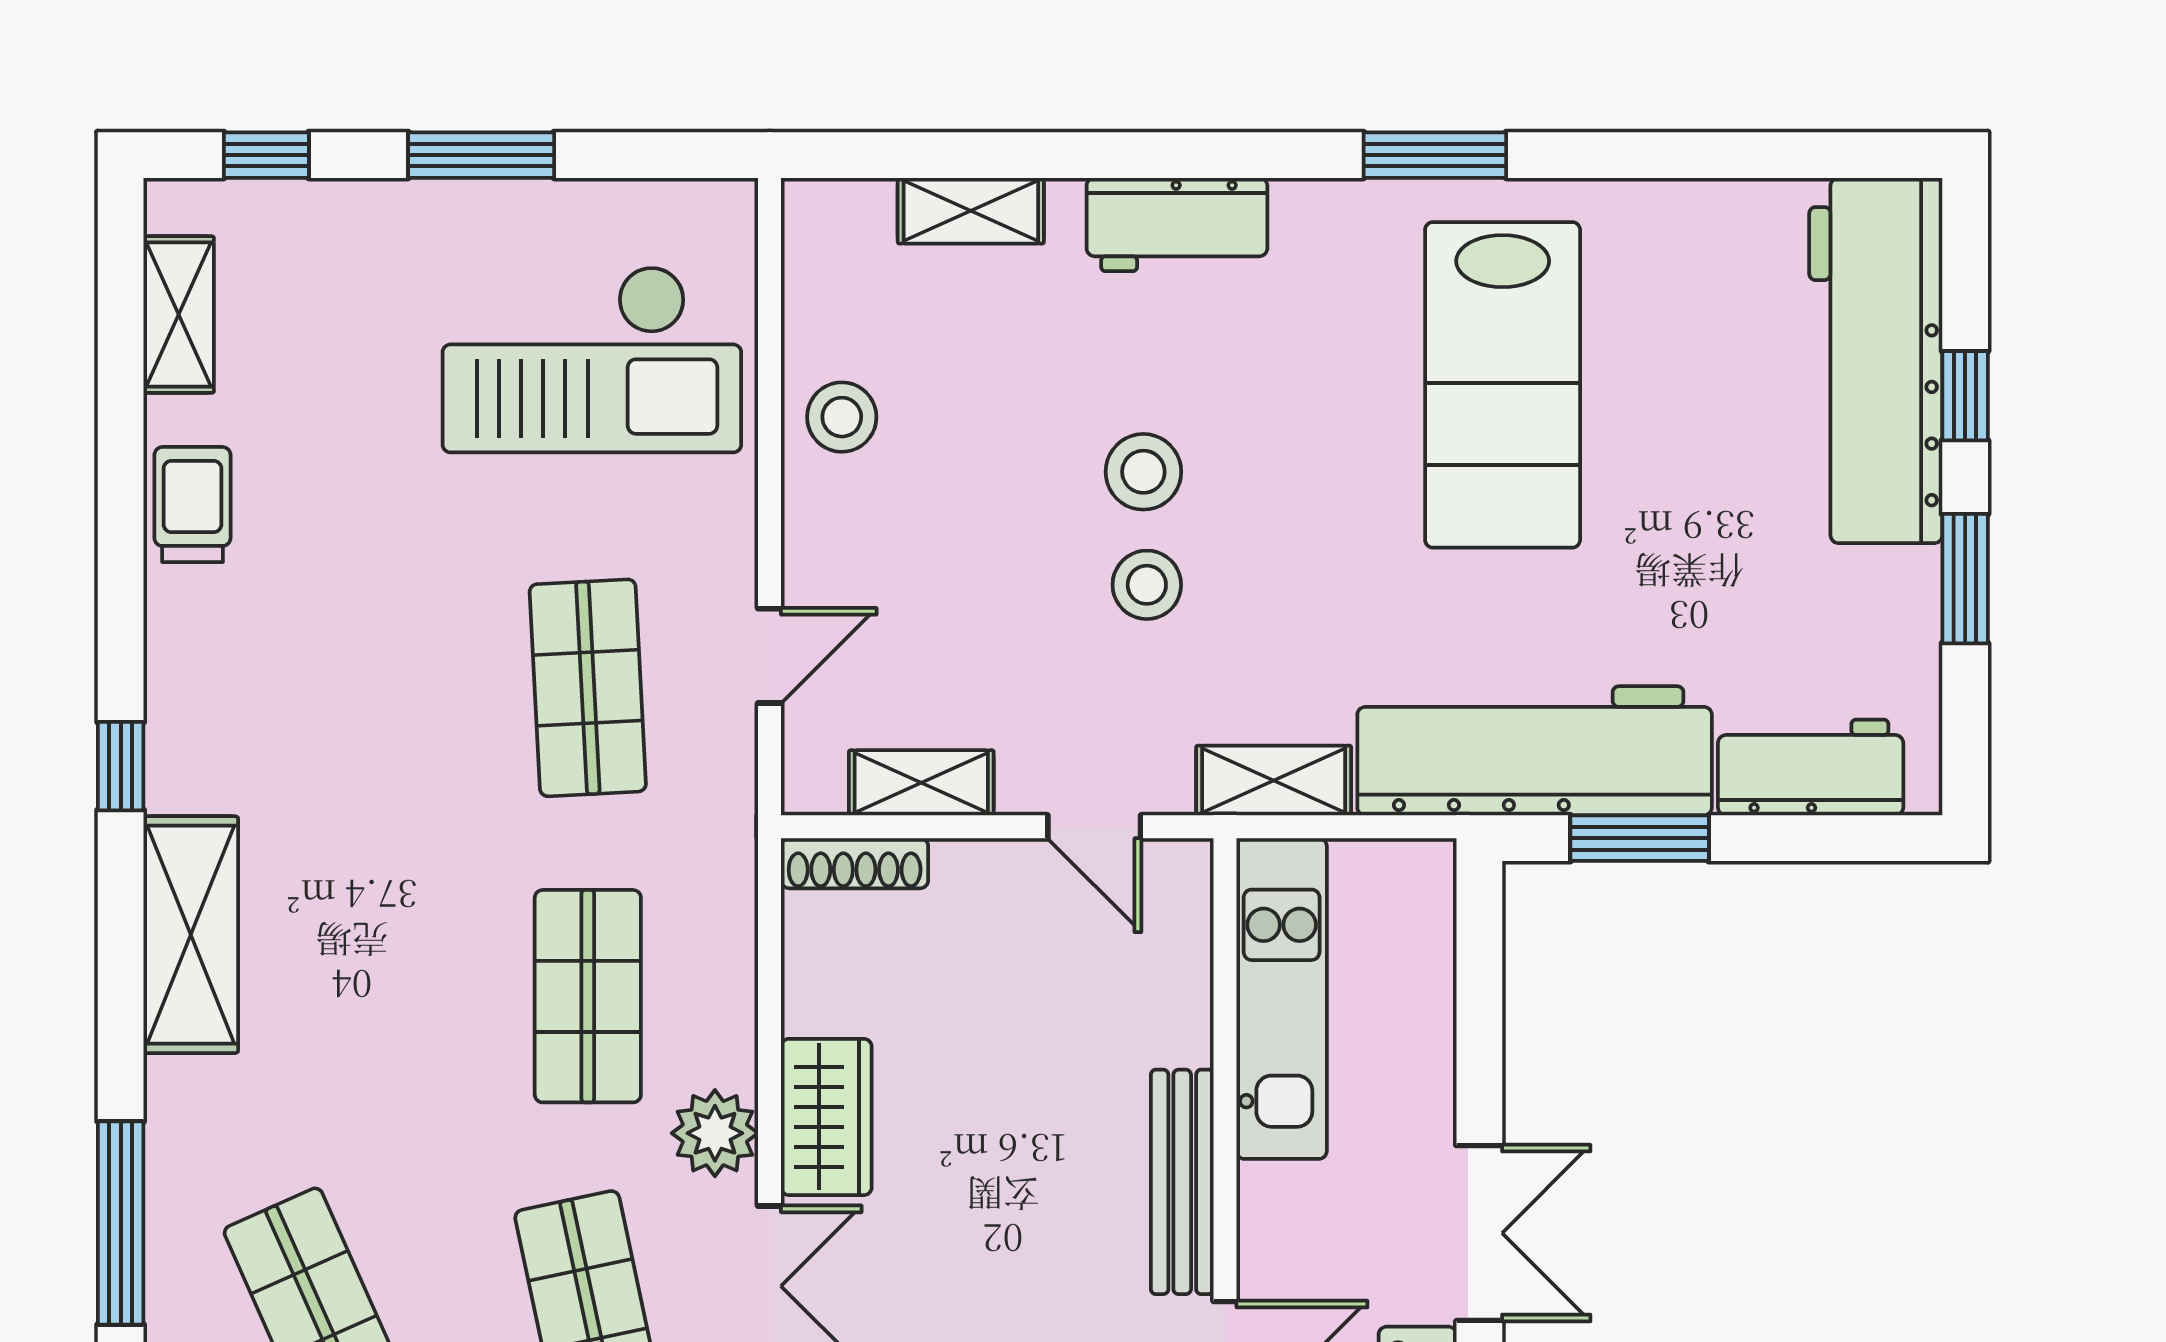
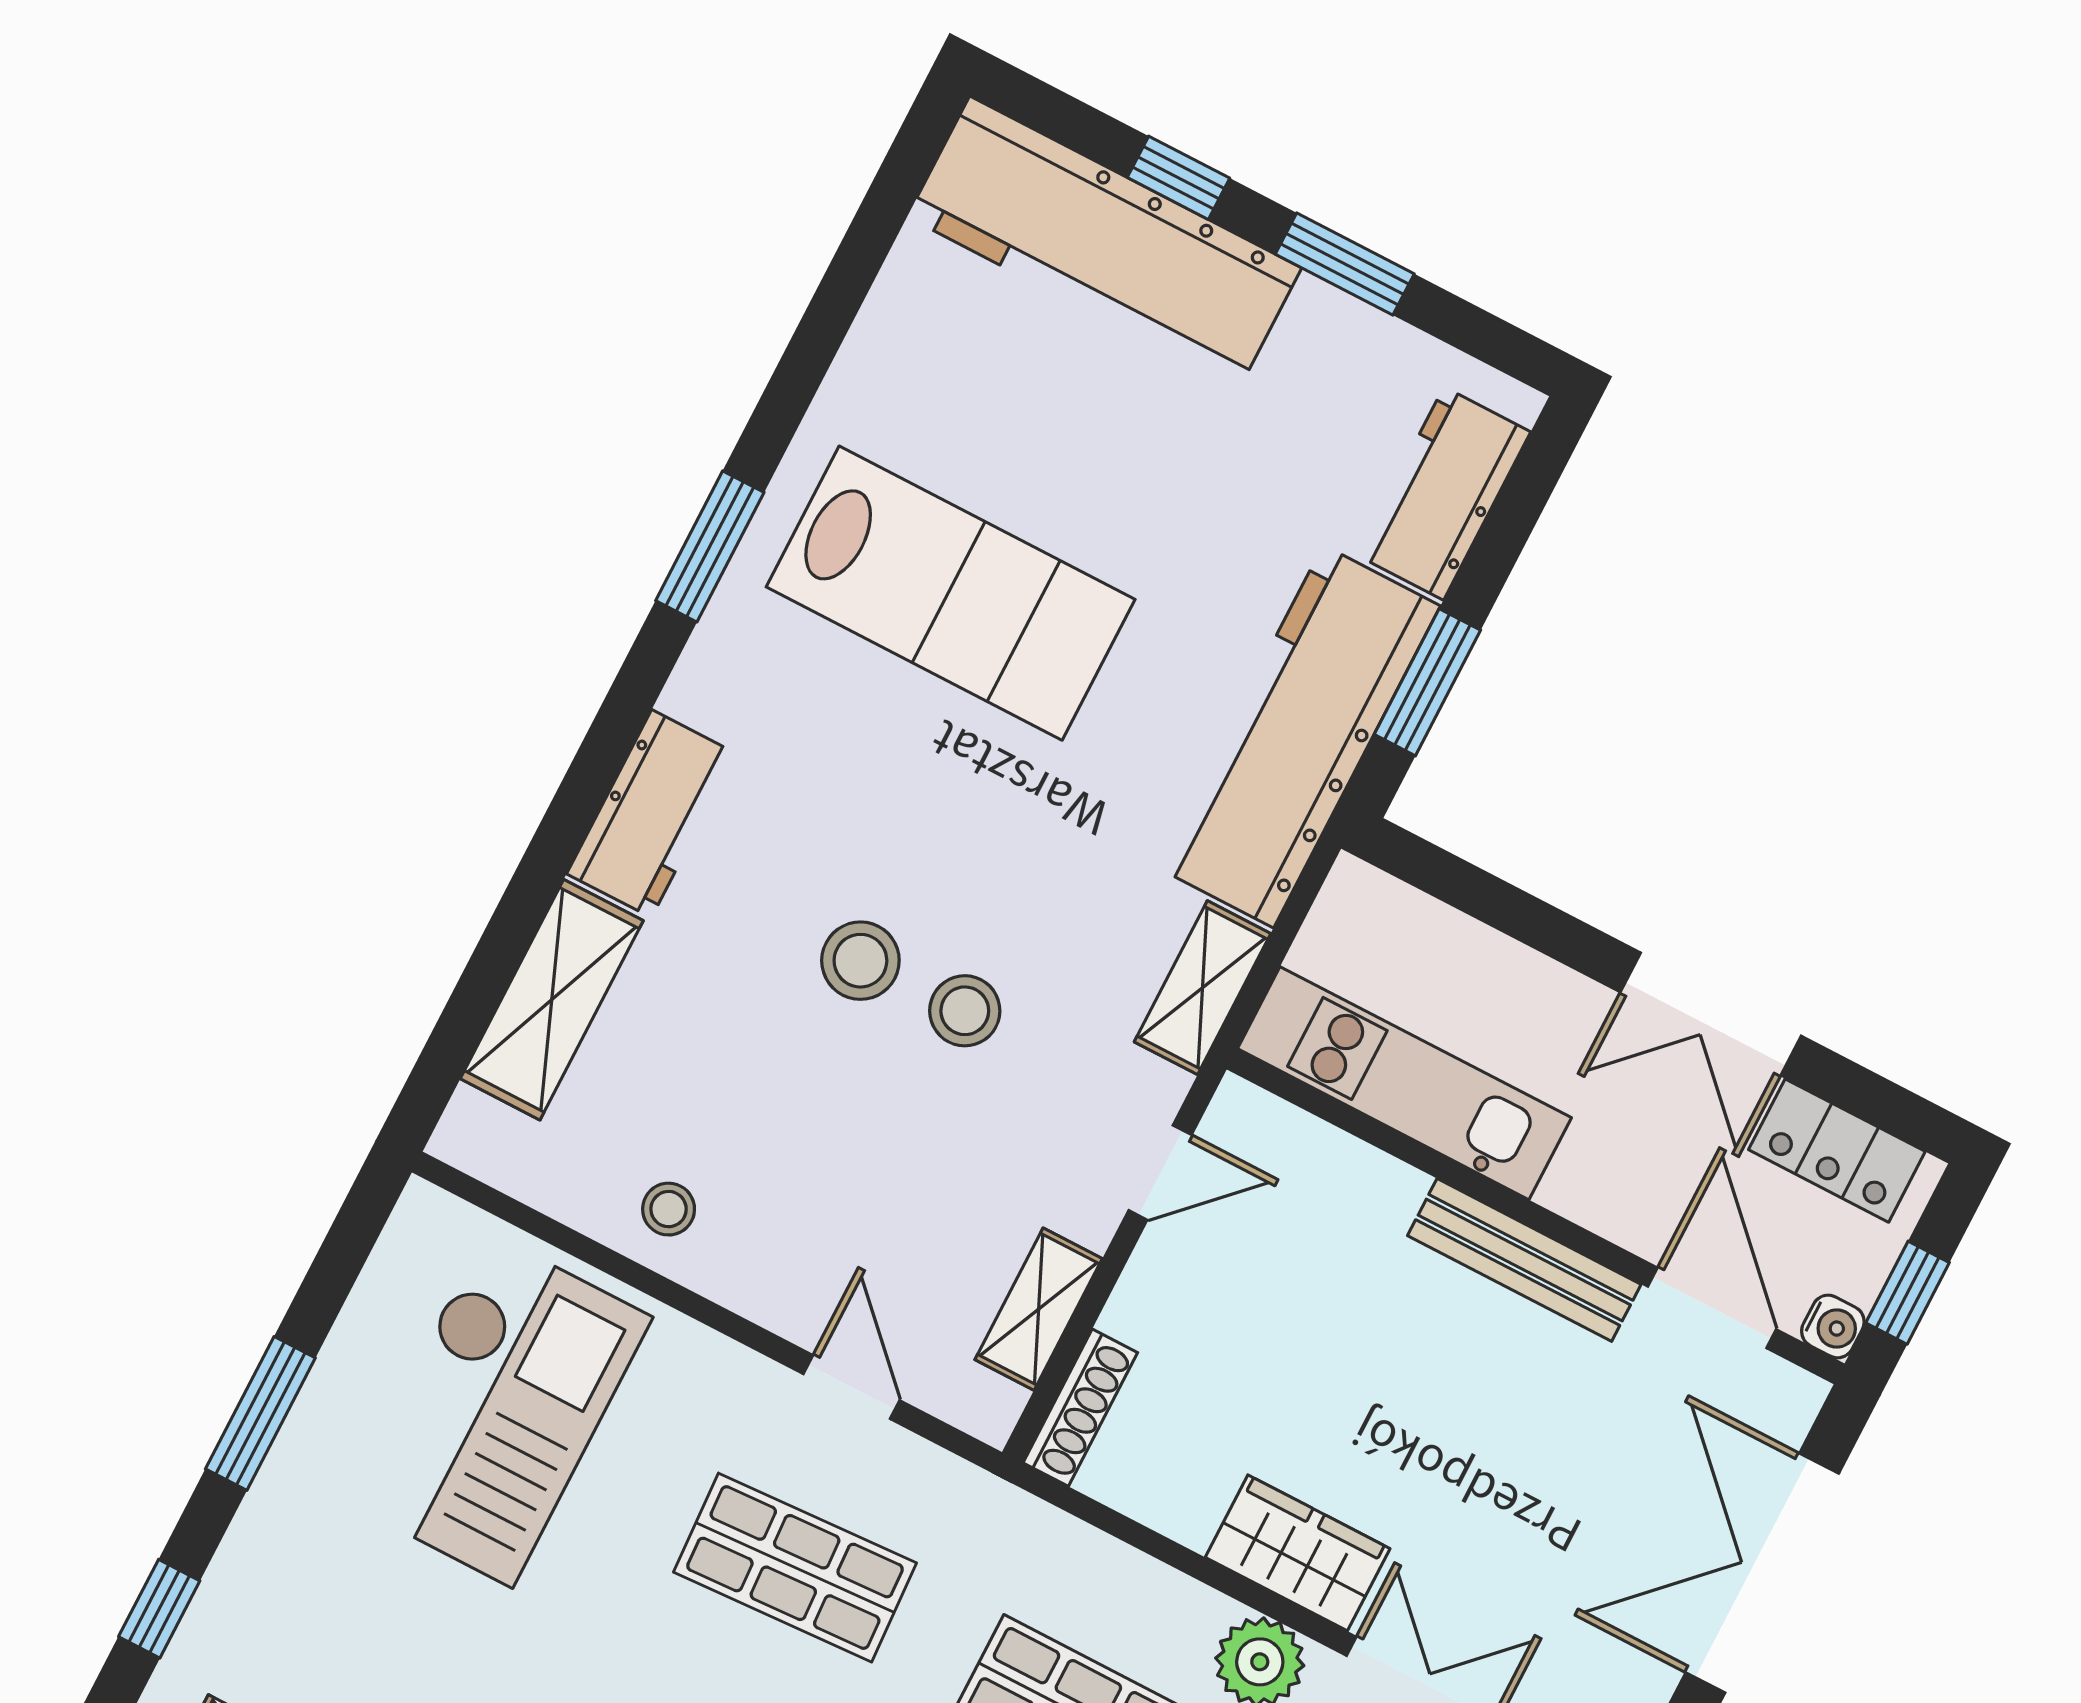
shelving: (971, 211) -> (552, 1000), width x1.50, depth x1.33
stool: (842, 417) -> (669, 1209), width x0.73, depth x0.73
double door: (1479, 1233) -> (1711, 1014), swing flipped

